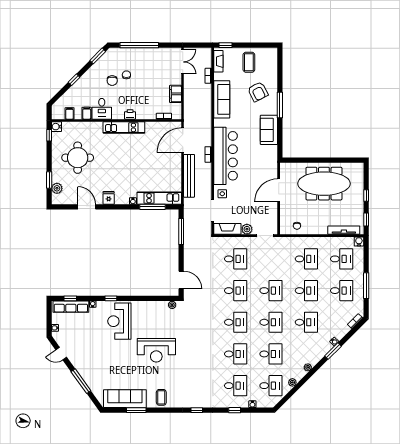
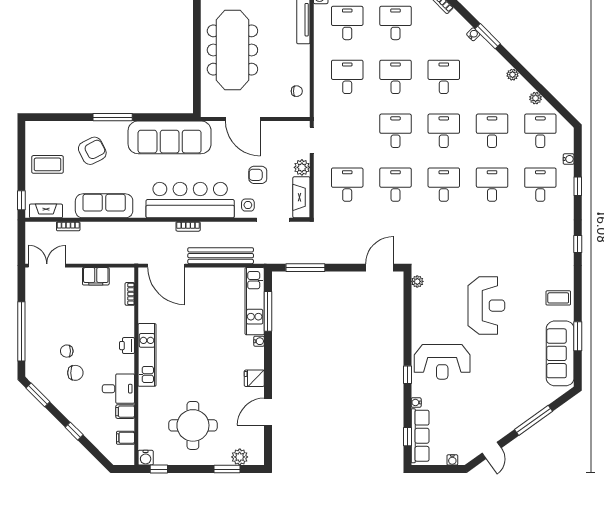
sofa: (269, 130) -> (170, 137), width x1.85, depth x1.27
armchair: (242, 200) -> (258, 175), added

